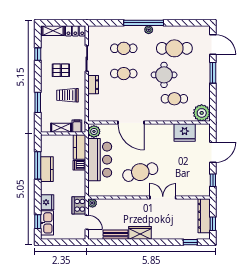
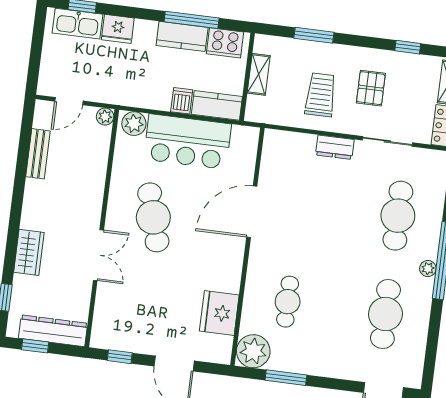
cafe table: (124, 48) -> (398, 216), width x1.37, depth x1.35
window: (213, 73) -> (286, 378), moved
cafe table: (124, 74) -> (349, 209), removed
round table: (164, 75) -> (336, 287), removed
filing cabinet: (77, 126) -> (258, 106), removed
plant: (94, 131) -> (134, 124), moved
cooker: (79, 205) -> (225, 43), moved, turned 180
wardrobe: (140, 233) -> (29, 252), moved

